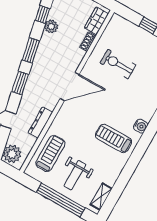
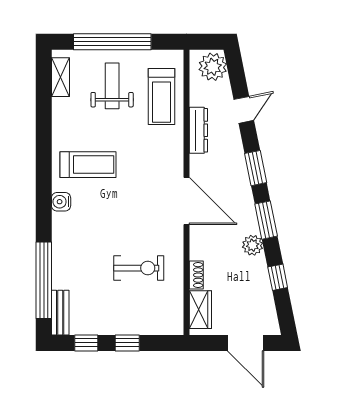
plant: (51, 26) -> (253, 245), moved
door: (70, 87) -> (186, 201), swing flipped

